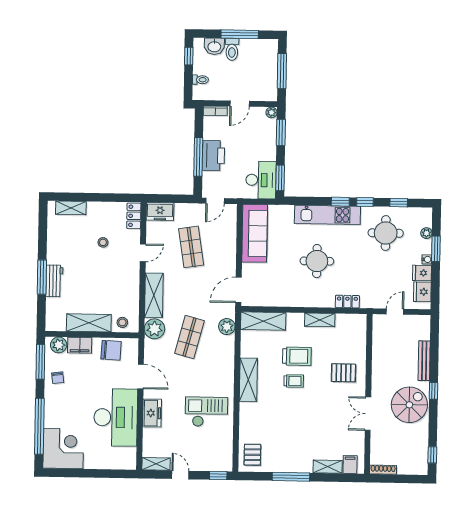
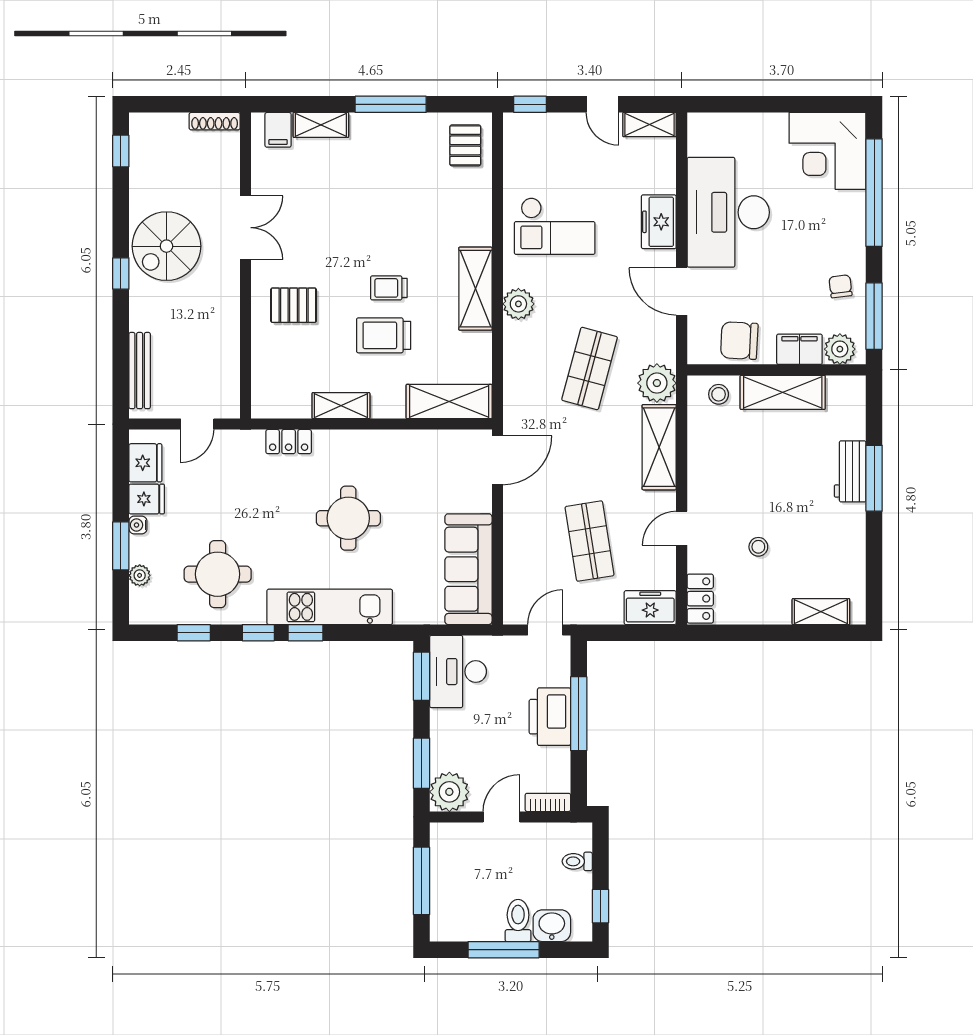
plant: (271, 112) -> (449, 792), width x1.88, depth x1.88
plant: (227, 327) -> (518, 304), moved
bench: (424, 361) -> (140, 371), moved

